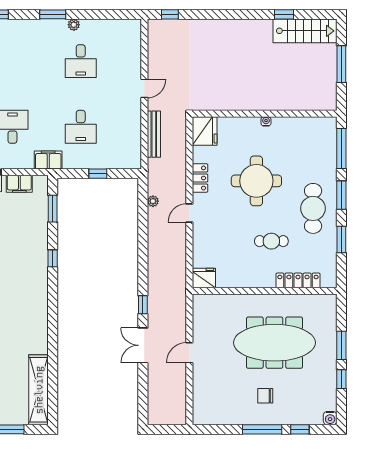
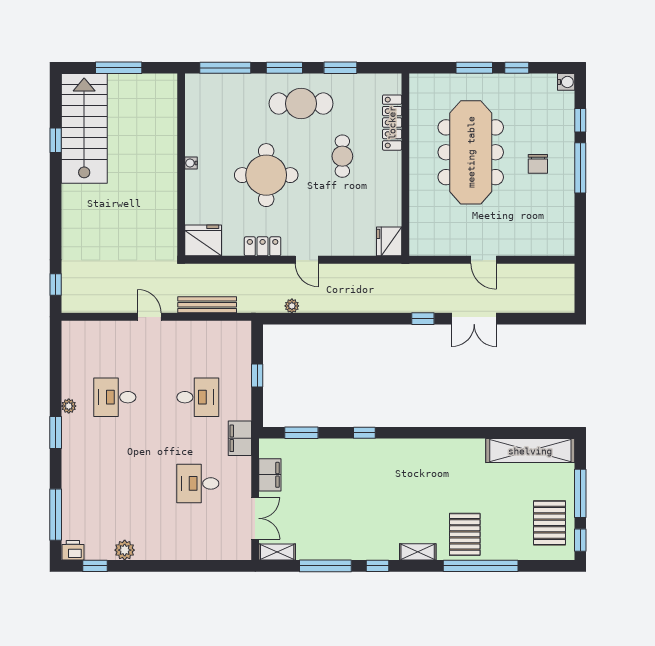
stairs: (305, 31) -> (84, 128), width x1.36, depth x1.51
desk: (81, 61) -> (115, 397), turned 180

